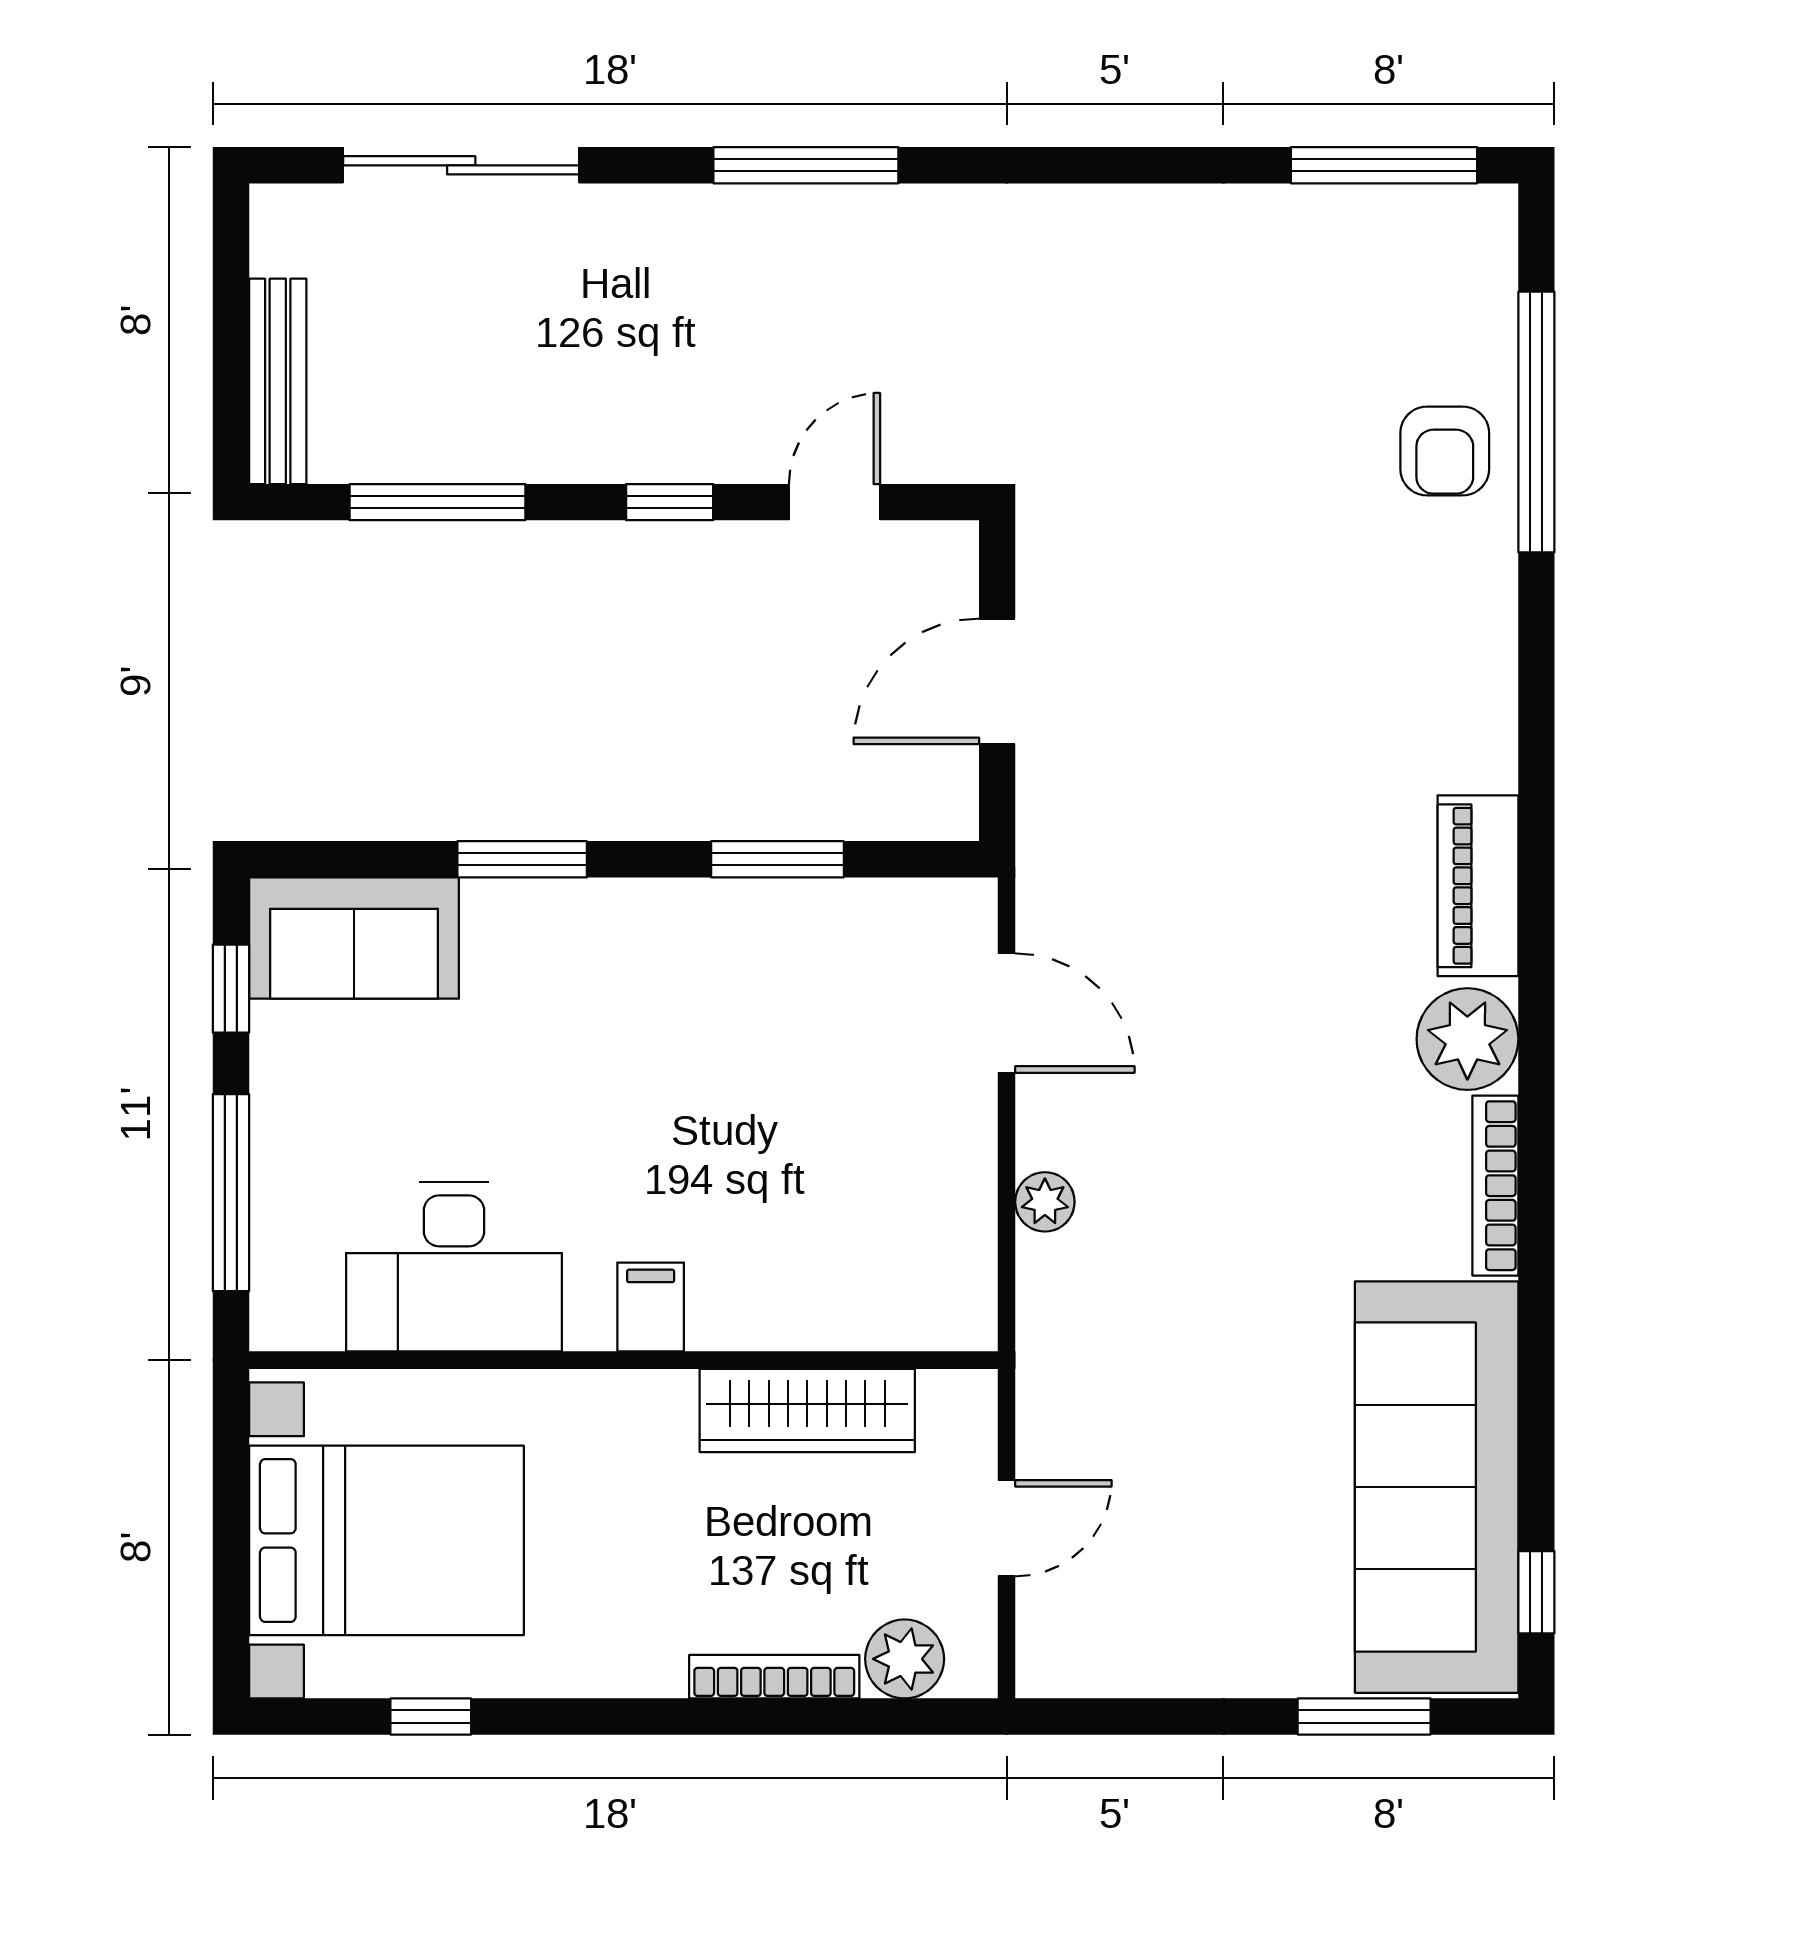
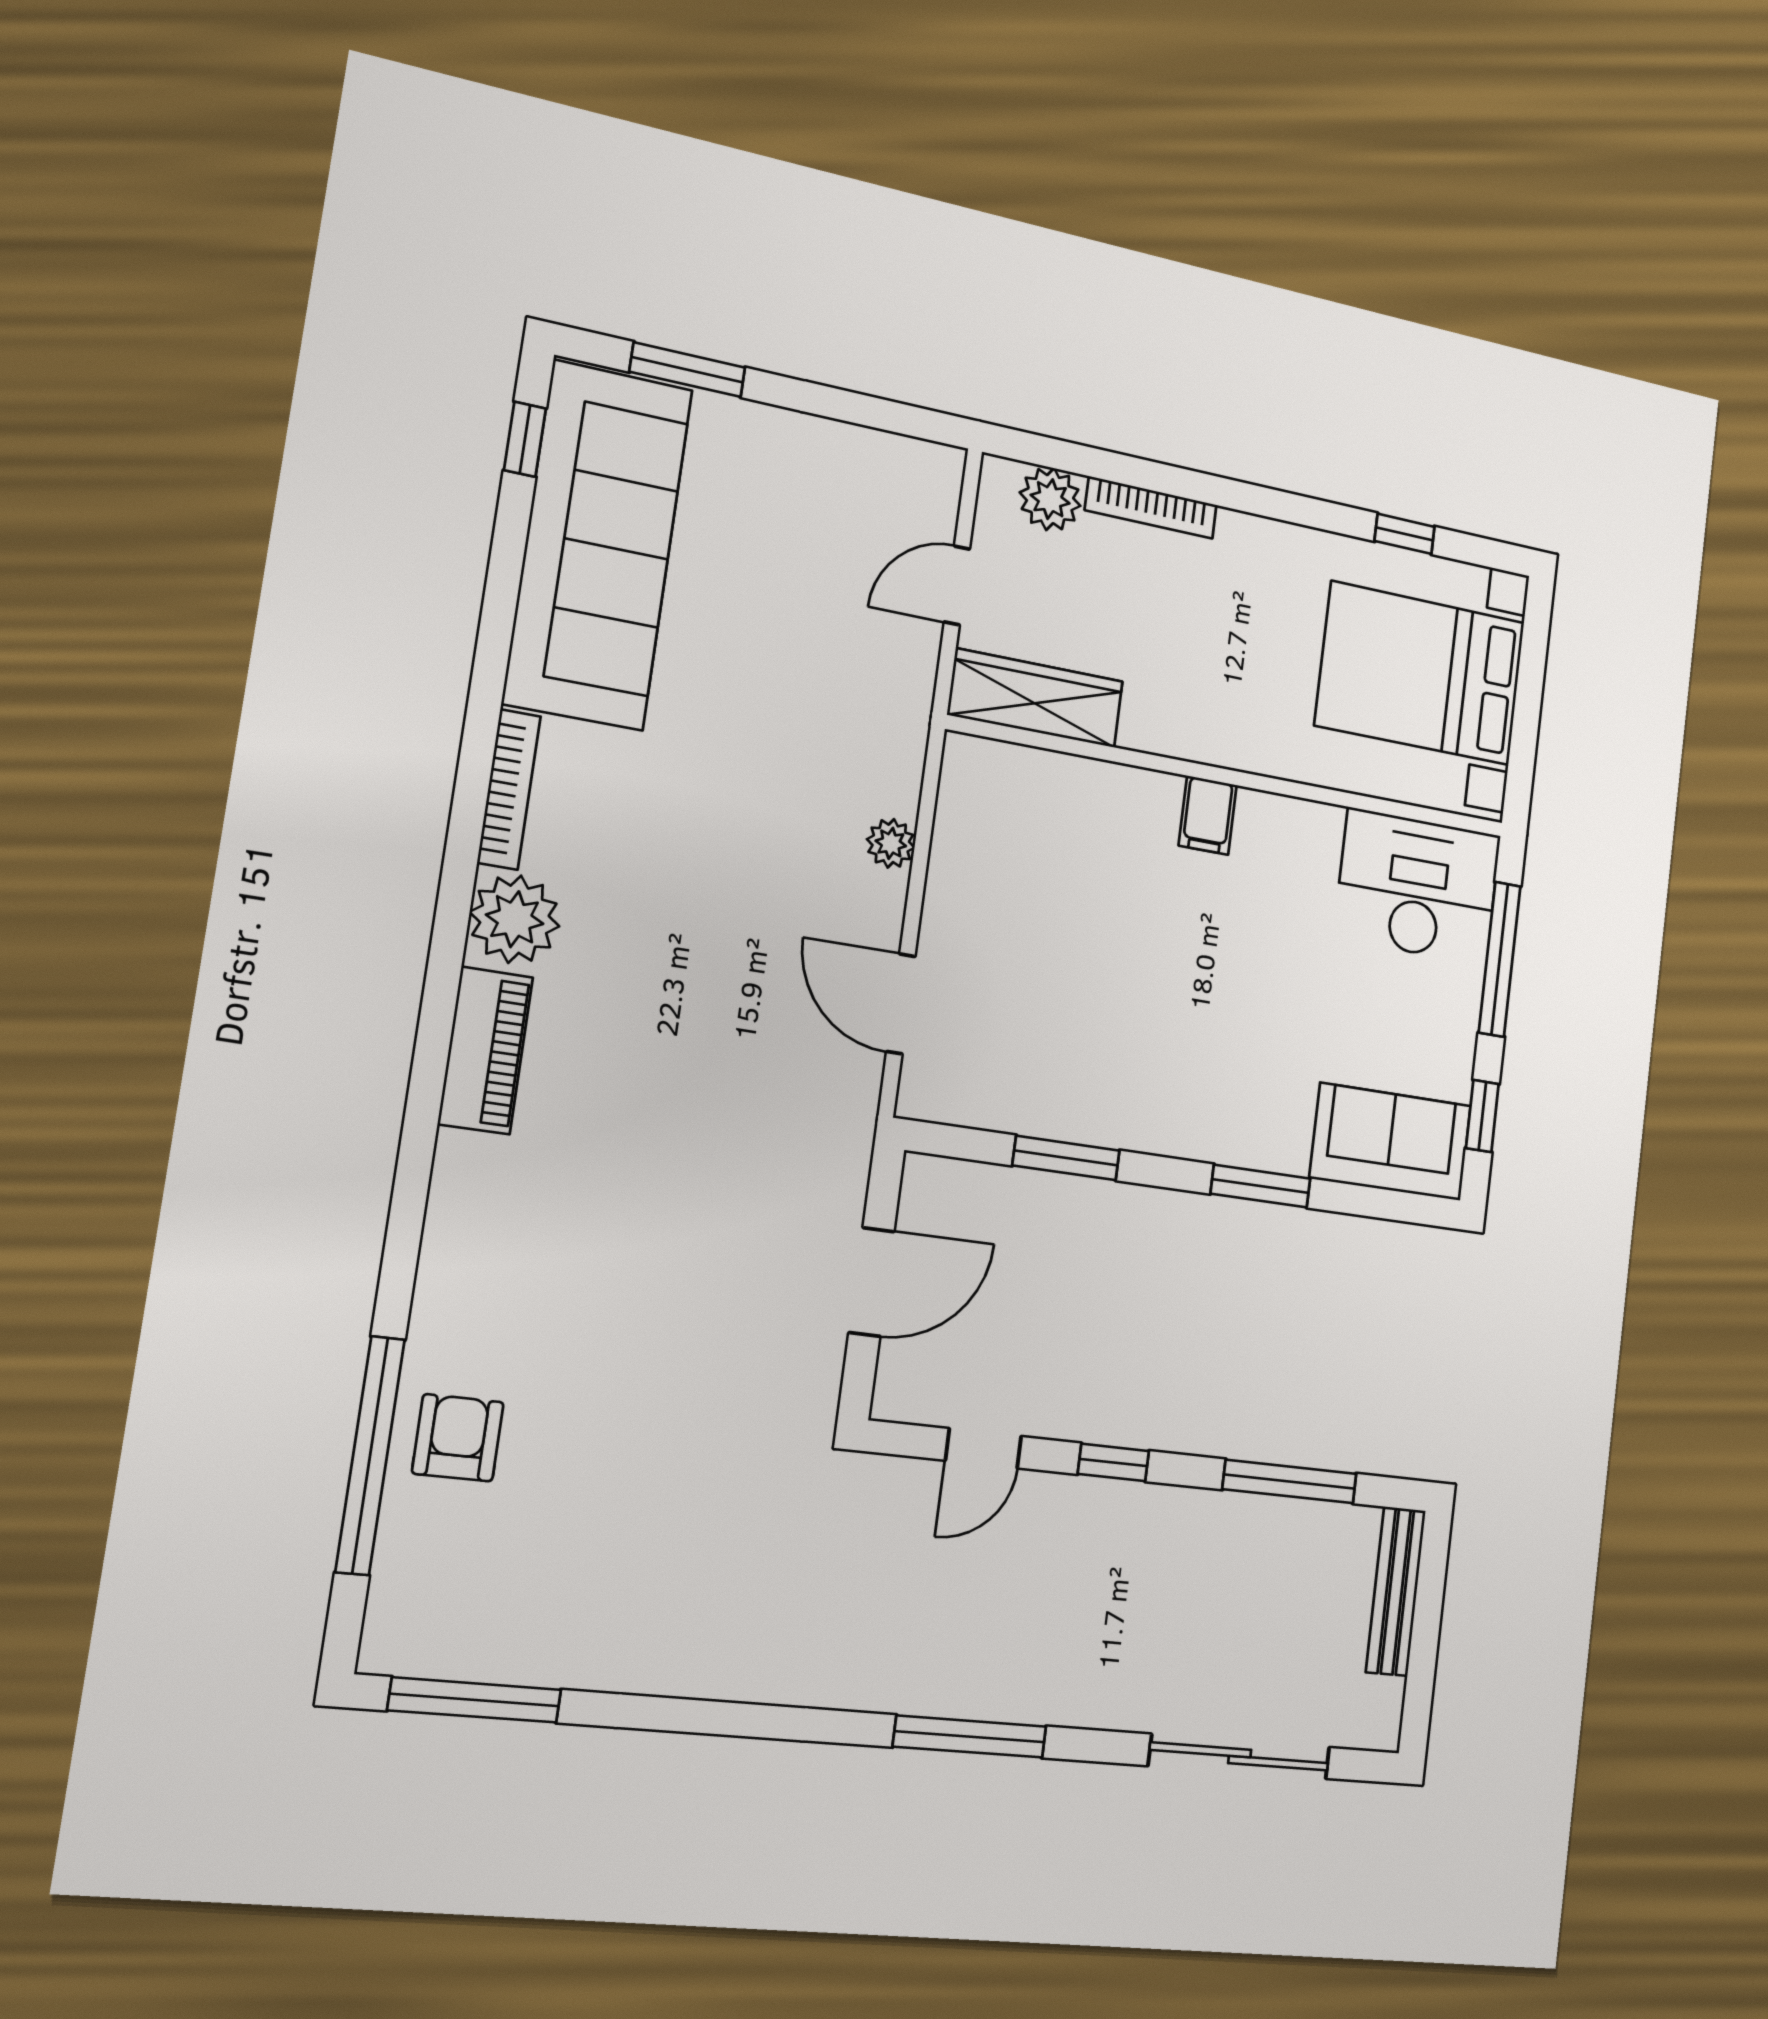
desk: (454, 1267) -> (1418, 887), moved
wardrobe: (807, 1410) -> (1036, 698), moved

